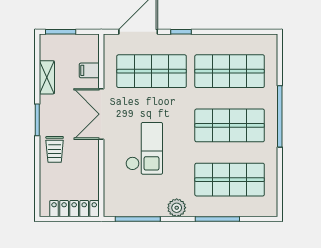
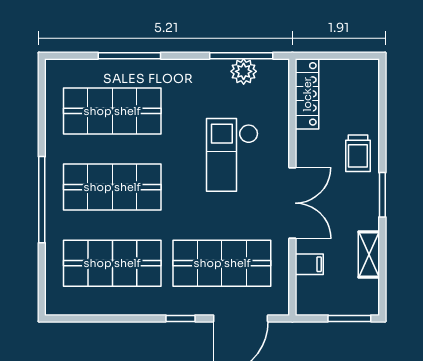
trolley: (55, 149) -> (358, 153), turned 180
plant: (177, 208) -> (244, 71), moved
locker: (74, 209) -> (307, 94), moved, turned -90

